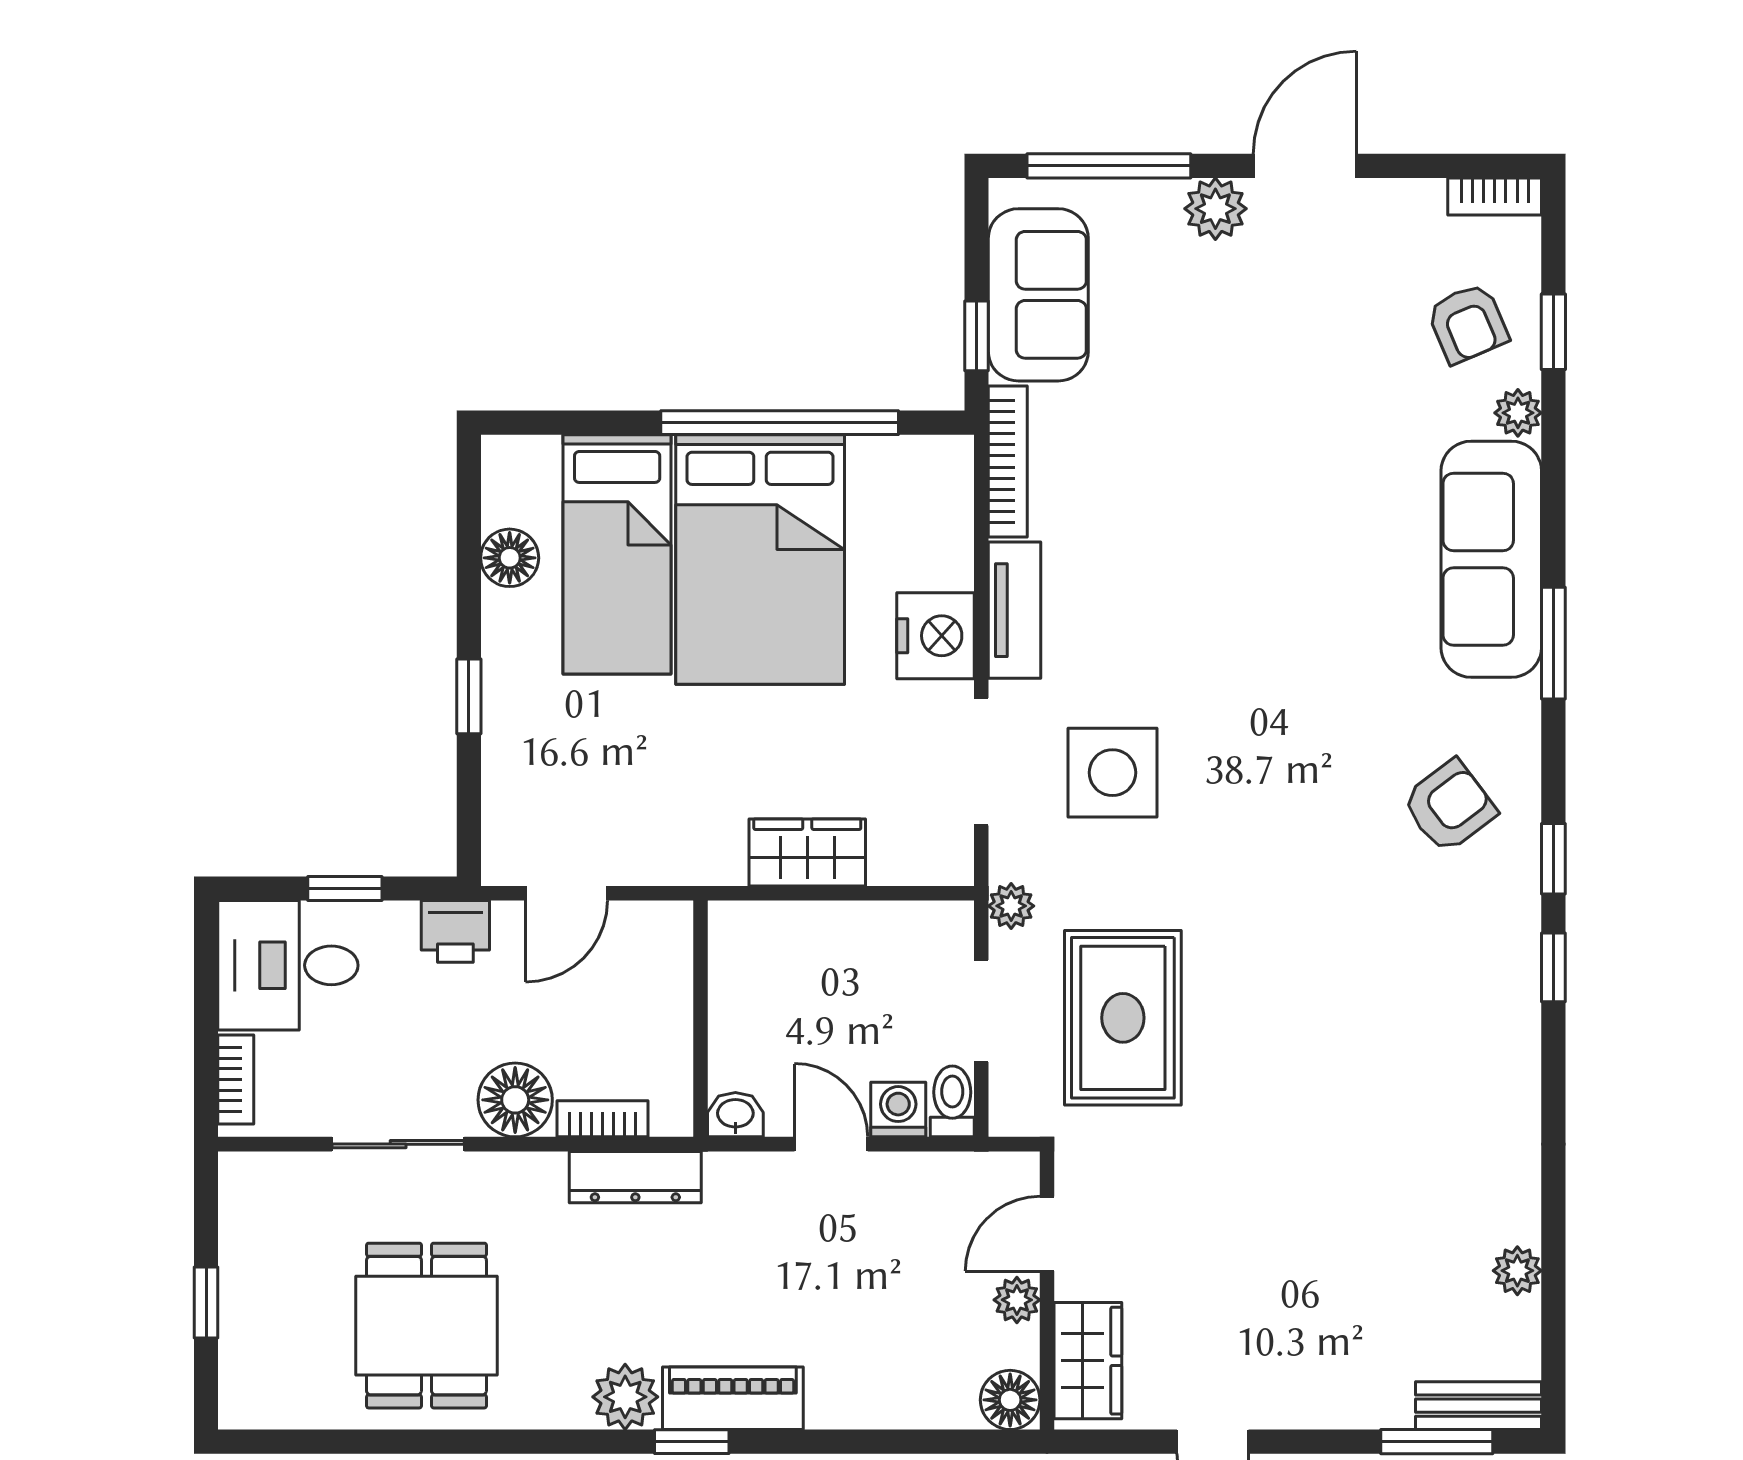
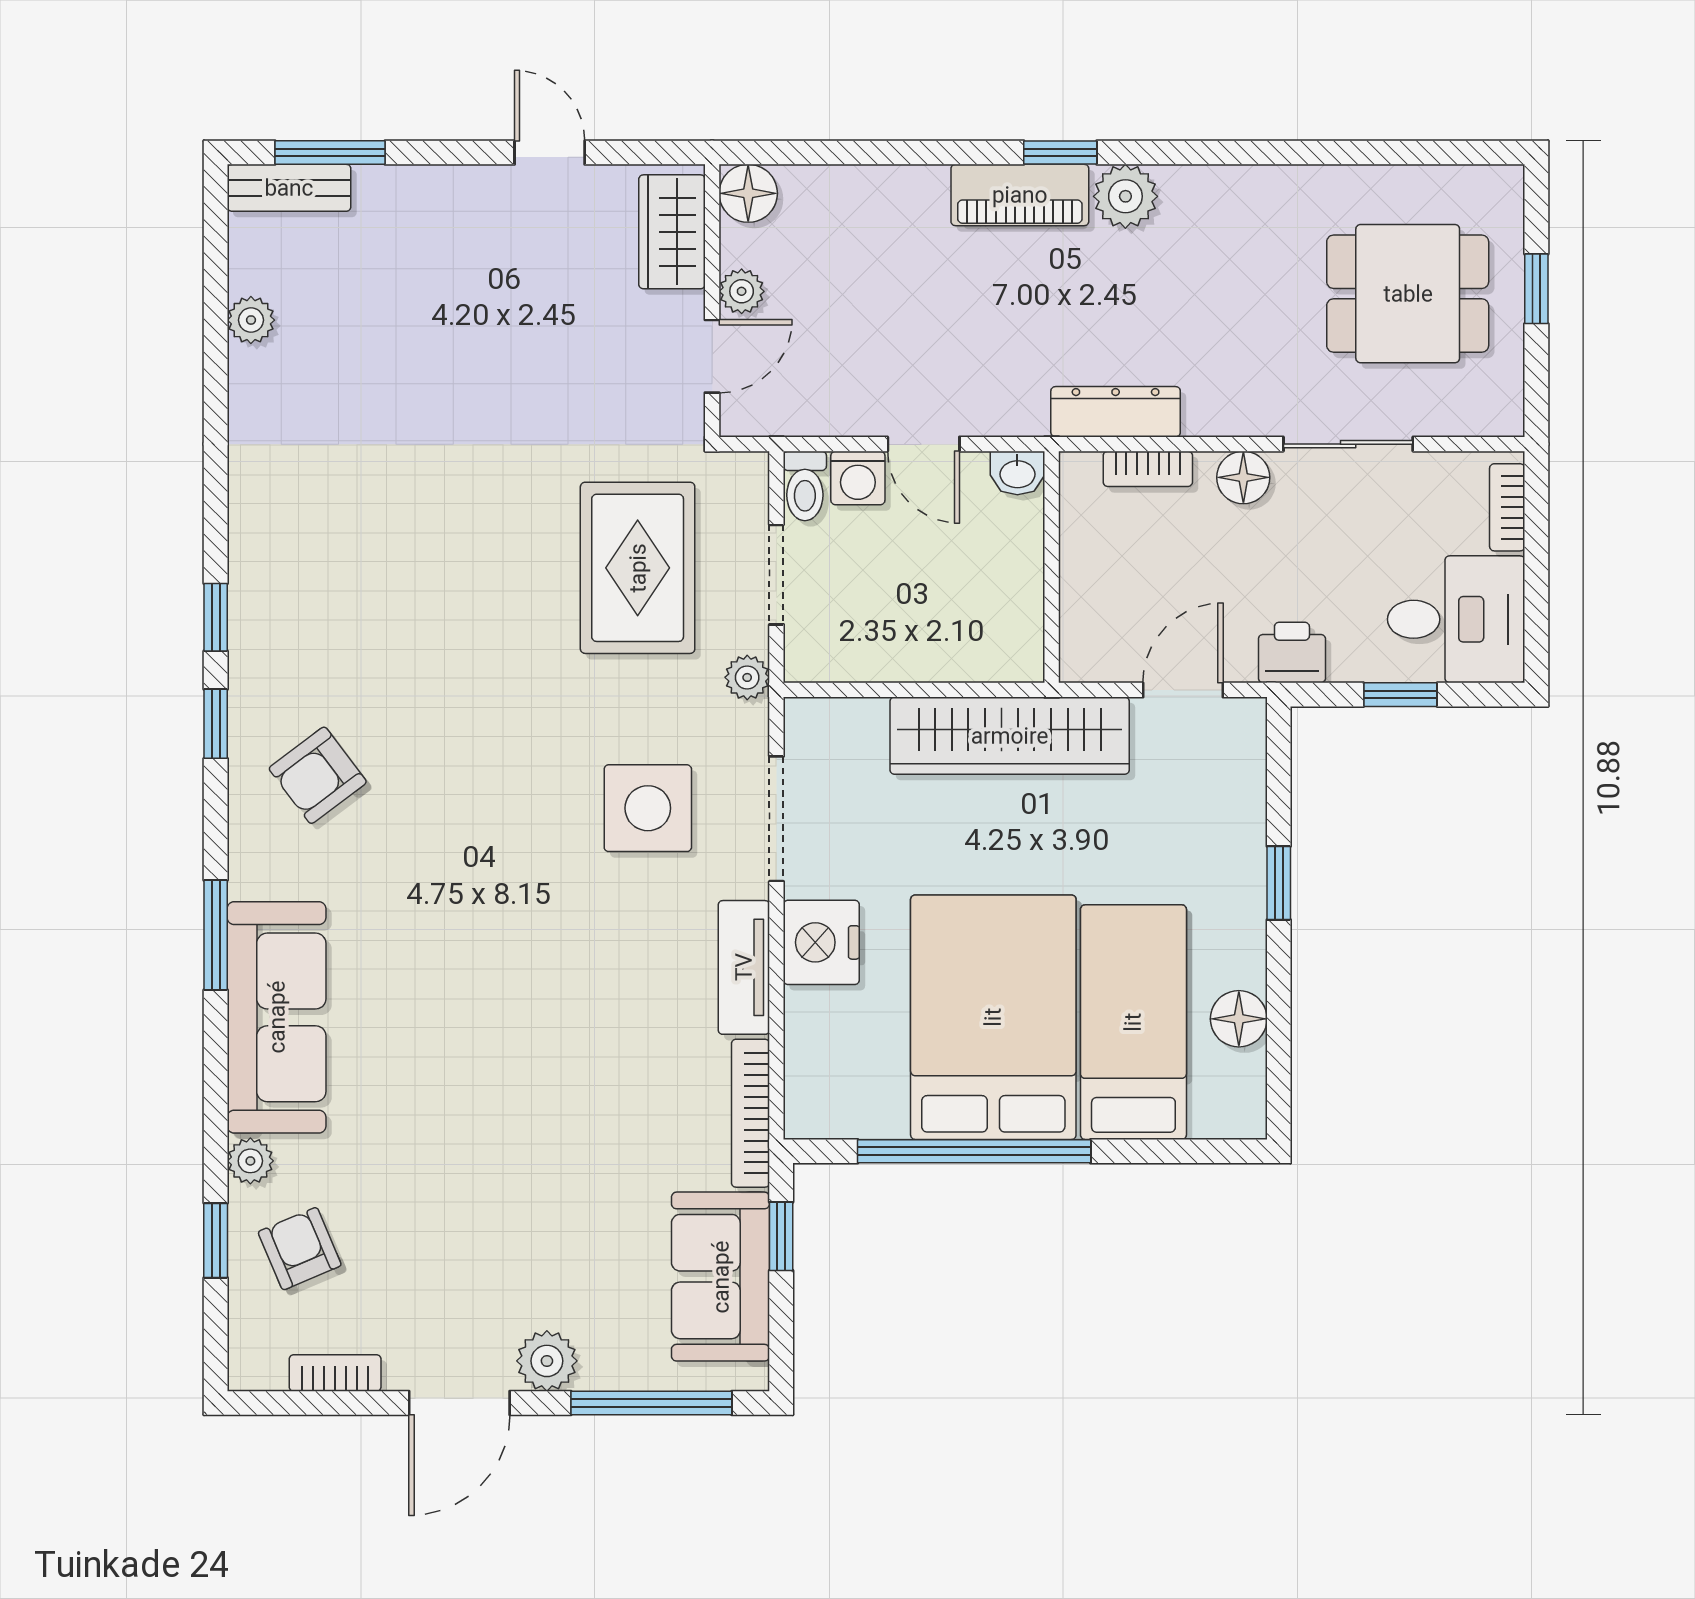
bookcase: (1495, 197) -> (335, 1373), moved
wardrobe: (807, 852) -> (1010, 736), width x2.10, depth x1.17
floor lamp: (515, 1100) -> (1243, 477), width x0.73, depth x0.73
dining table: (426, 1326) -> (1408, 294), moved, turned 90

